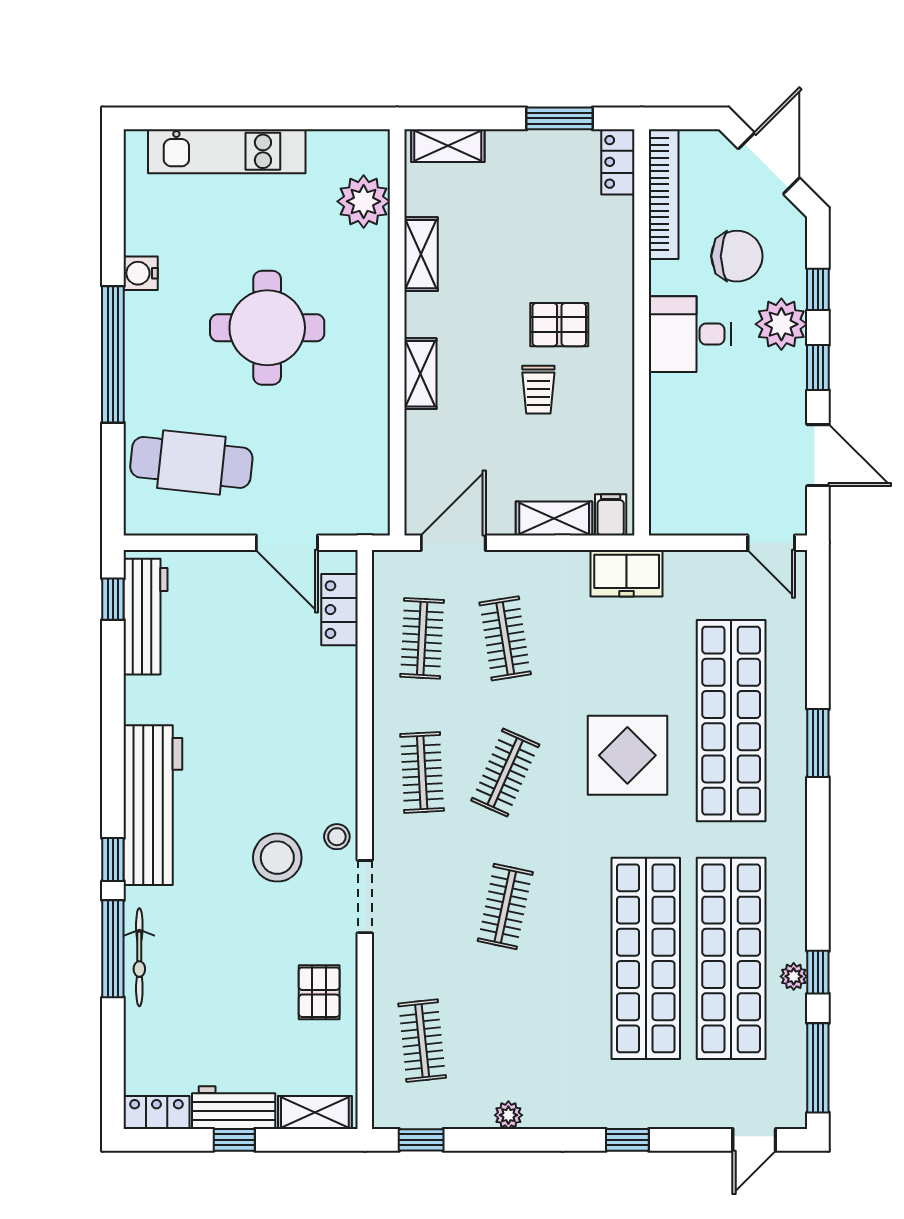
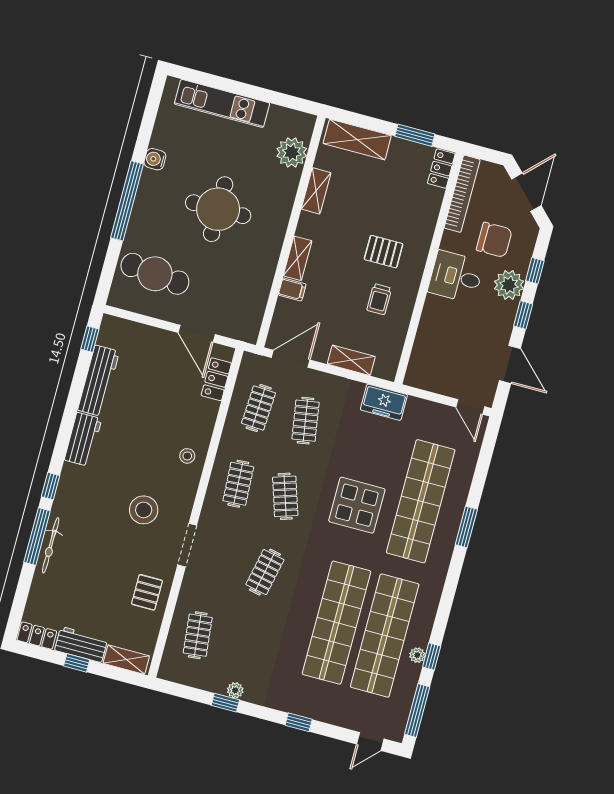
shelving: (448, 146) -> (357, 139), width x1.50, depth x1.33
trolley: (538, 390) -> (379, 299), moved
filing cabinet: (611, 515) -> (292, 289), moved, turned 90
workbench: (146, 617) -> (99, 381), moved
clothes rail: (505, 772) -> (285, 496), turned -42
workbench: (153, 805) -> (83, 439), width x0.53, depth x0.76
stool: (337, 837) -> (187, 456), moved
window: (421, 1140) -> (225, 703), moved

